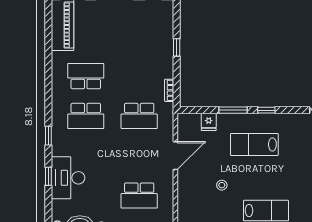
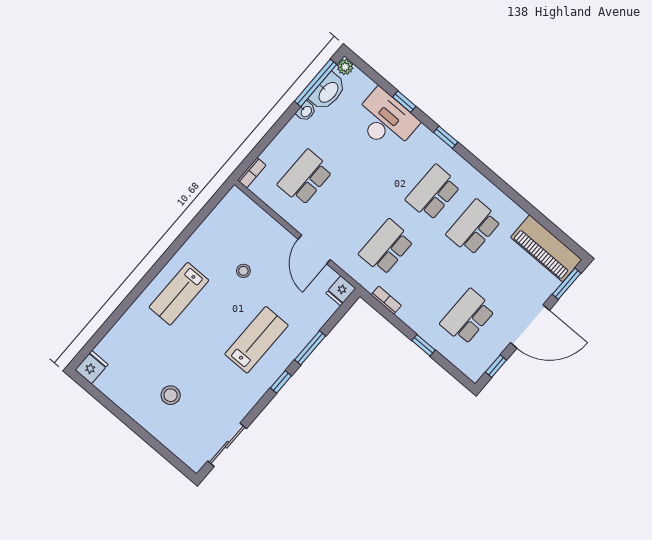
school desk: (139, 36) -> (468, 317), added
school desk: (86, 76) -> (474, 227), turned 180
fridge: (209, 122) -> (341, 291), moved, turned -90

